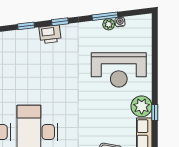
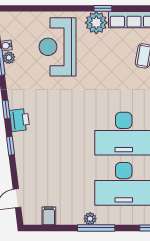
reception desk: (119, 70) -> (58, 47), turned 180

